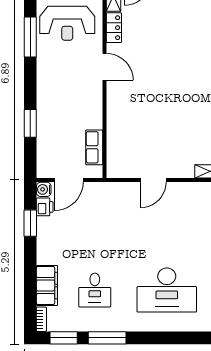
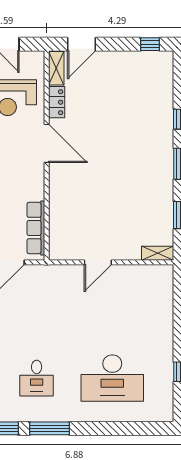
door: (104, 67) -> (47, 143), width x1.36
row of seats: (94, 147) -> (36, 228), width x1.48

